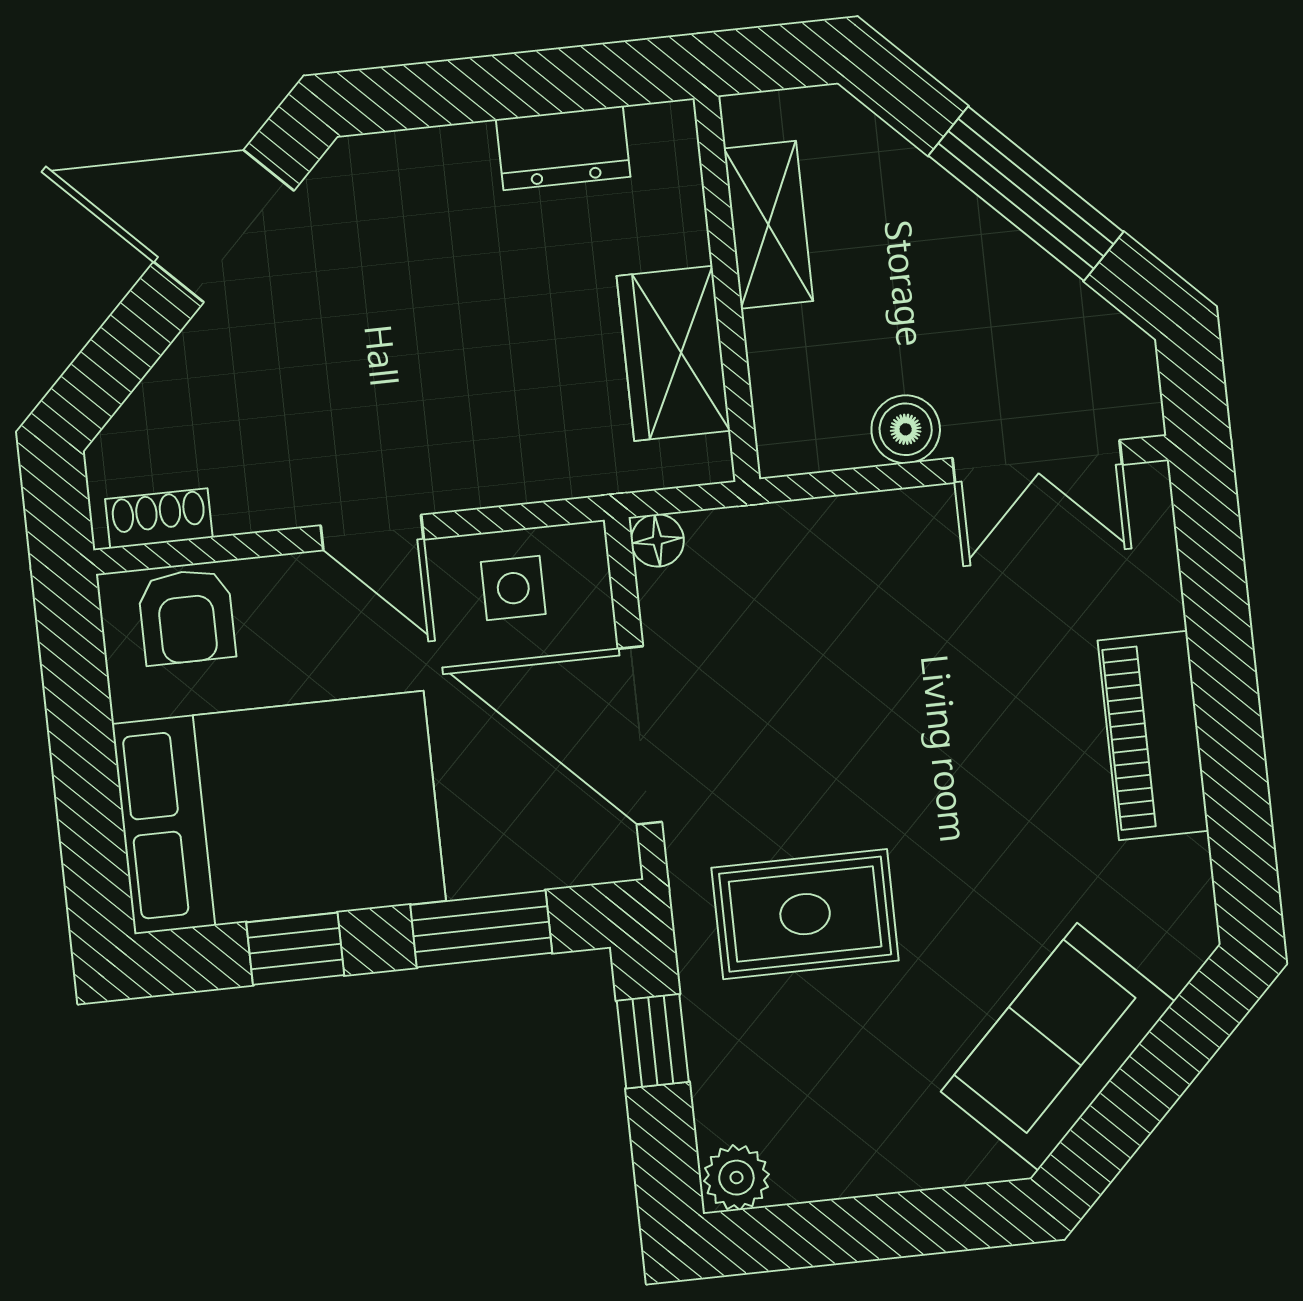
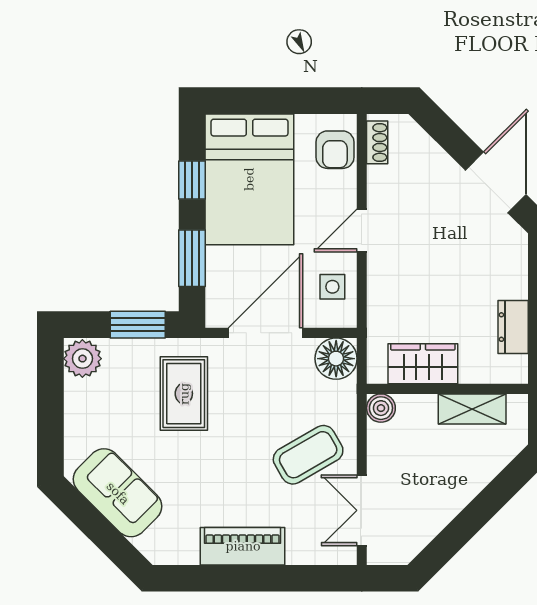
window: (1026, 194) -> (474, 517), removed
boiler: (906, 429) -> (381, 408), moved
floor lamp: (657, 540) -> (336, 359), width x1.89, depth x1.89
coffee table: (919, 603) -> (308, 455), added
armchair: (187, 617) -> (335, 150), turned -90
window: (653, 1041) -> (138, 325), width x1.50
plant: (736, 1178) -> (82, 359), width x1.38, depth x1.38

